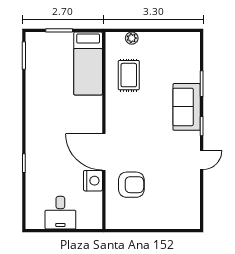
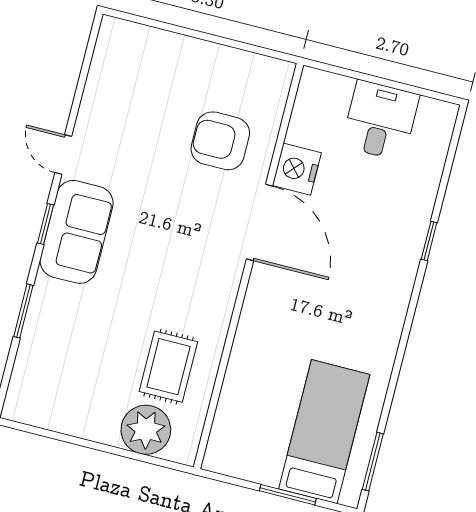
plant: (132, 38) -> (146, 430), width x1.87, depth x1.87
bed: (88, 63) -> (324, 432), moved
sofa: (187, 107) -> (77, 232), moved
door: (202, 160) -> (63, 155), hinge flipped

